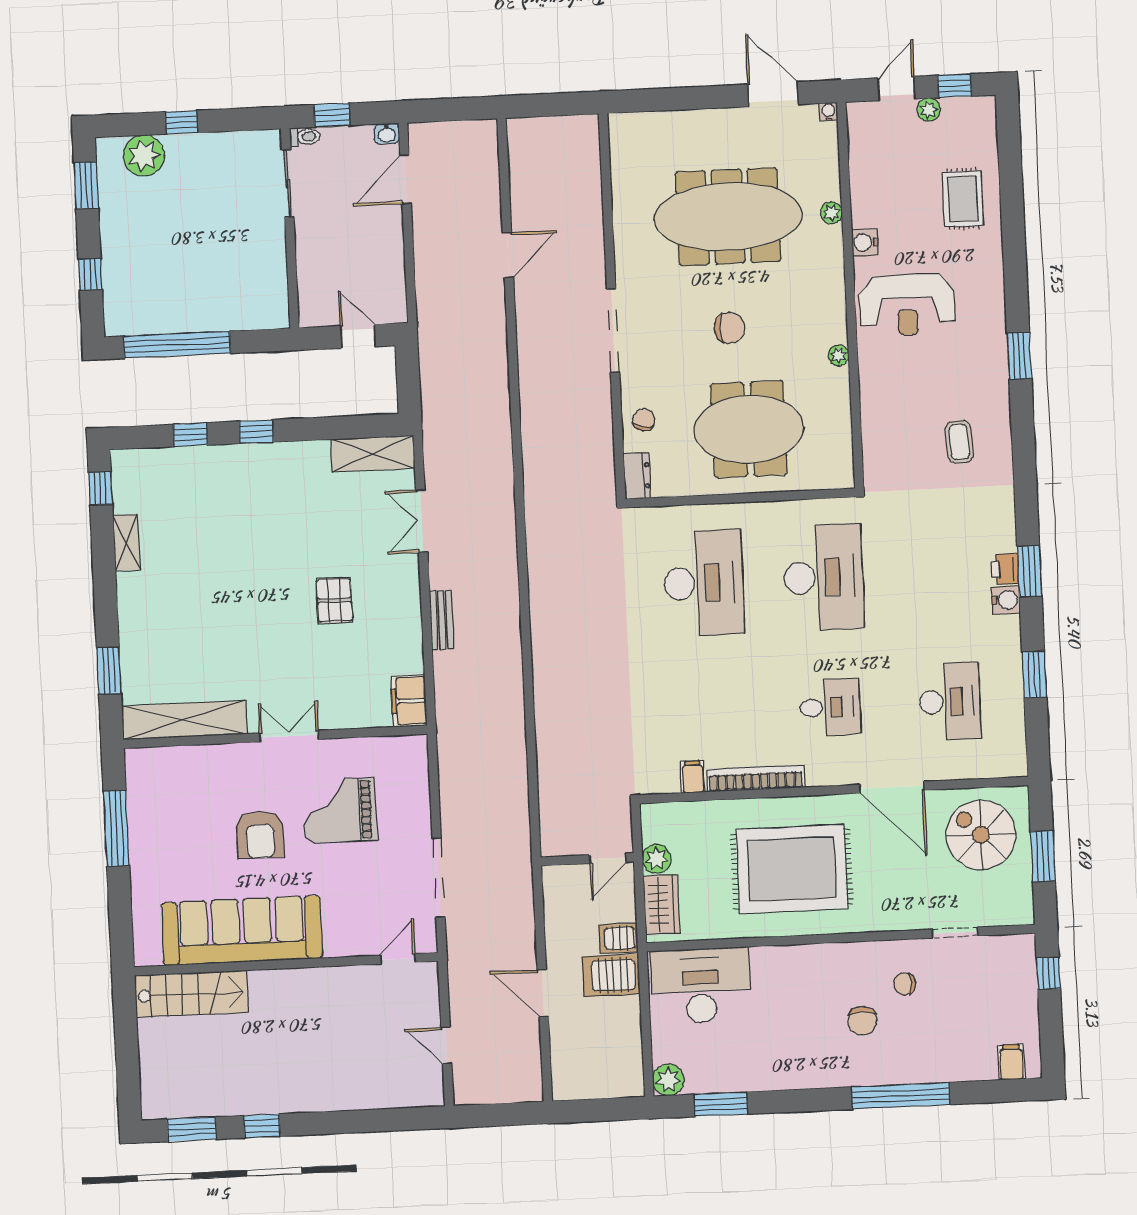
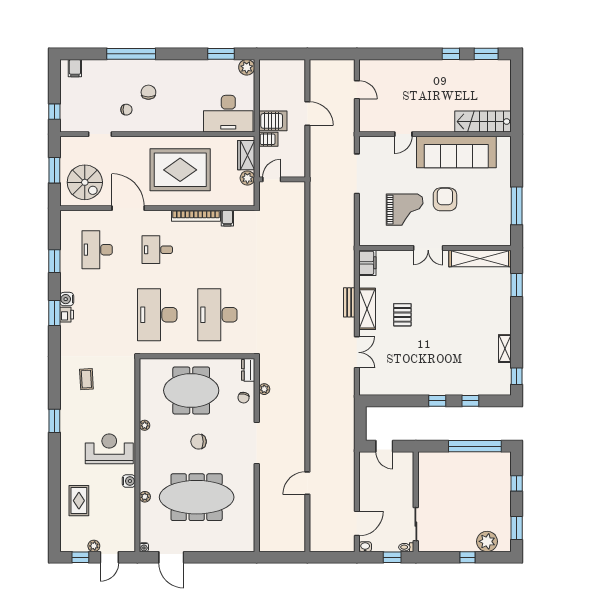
plant: (603, 439) -> (264, 389), added
shelving: (373, 454) -> (367, 309), moved, turned 90
door: (398, 959) -> (403, 134), moved

